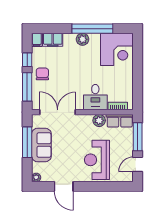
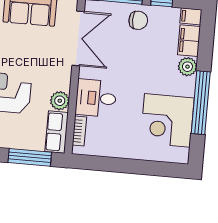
plant: (82, 39) -> (187, 67), moved
corner desk: (117, 49) -> (167, 120), moved

